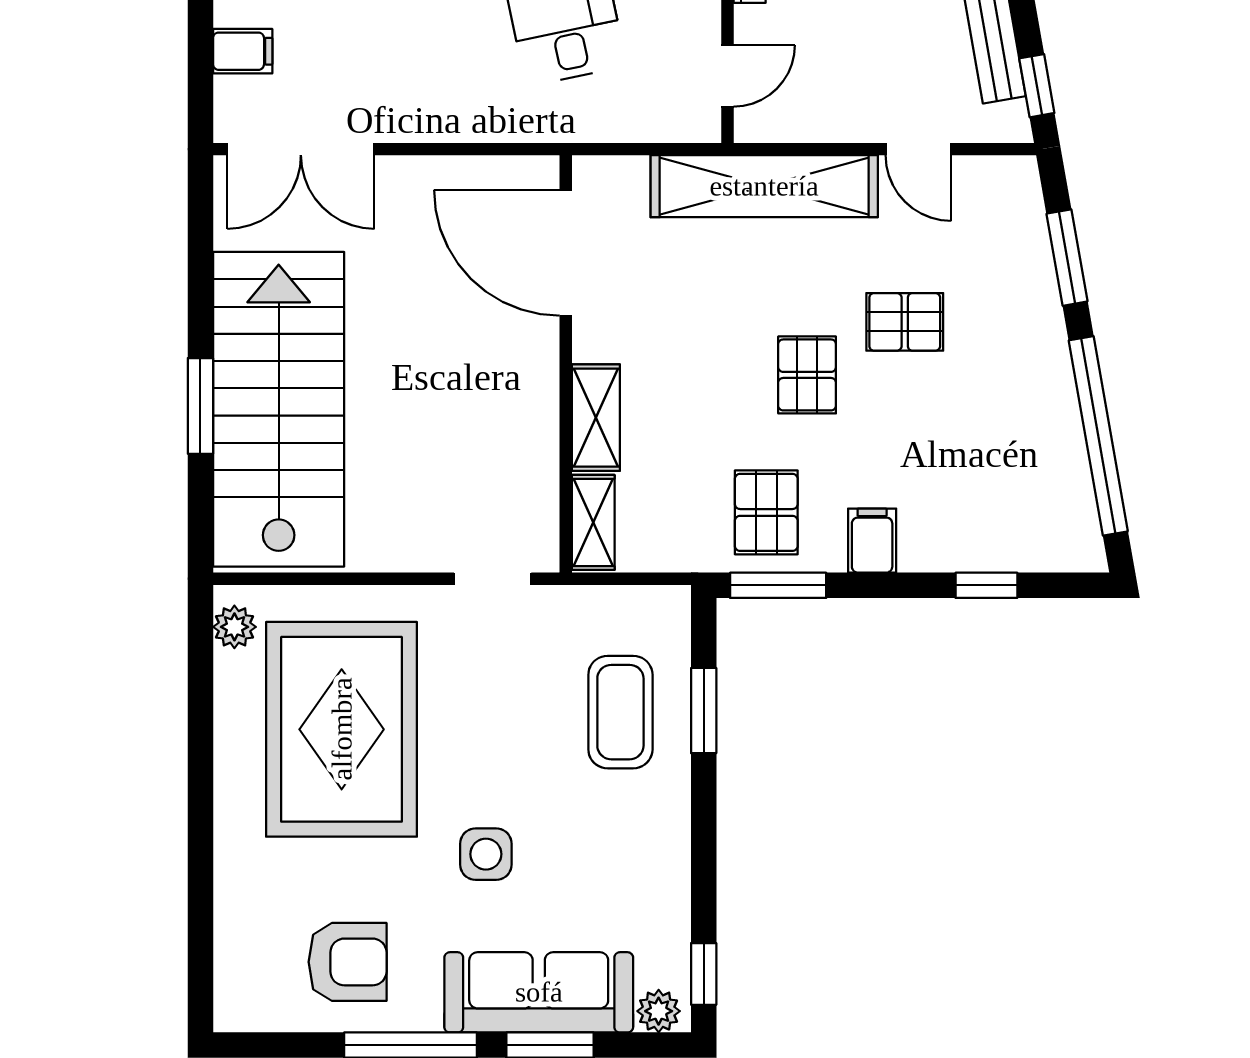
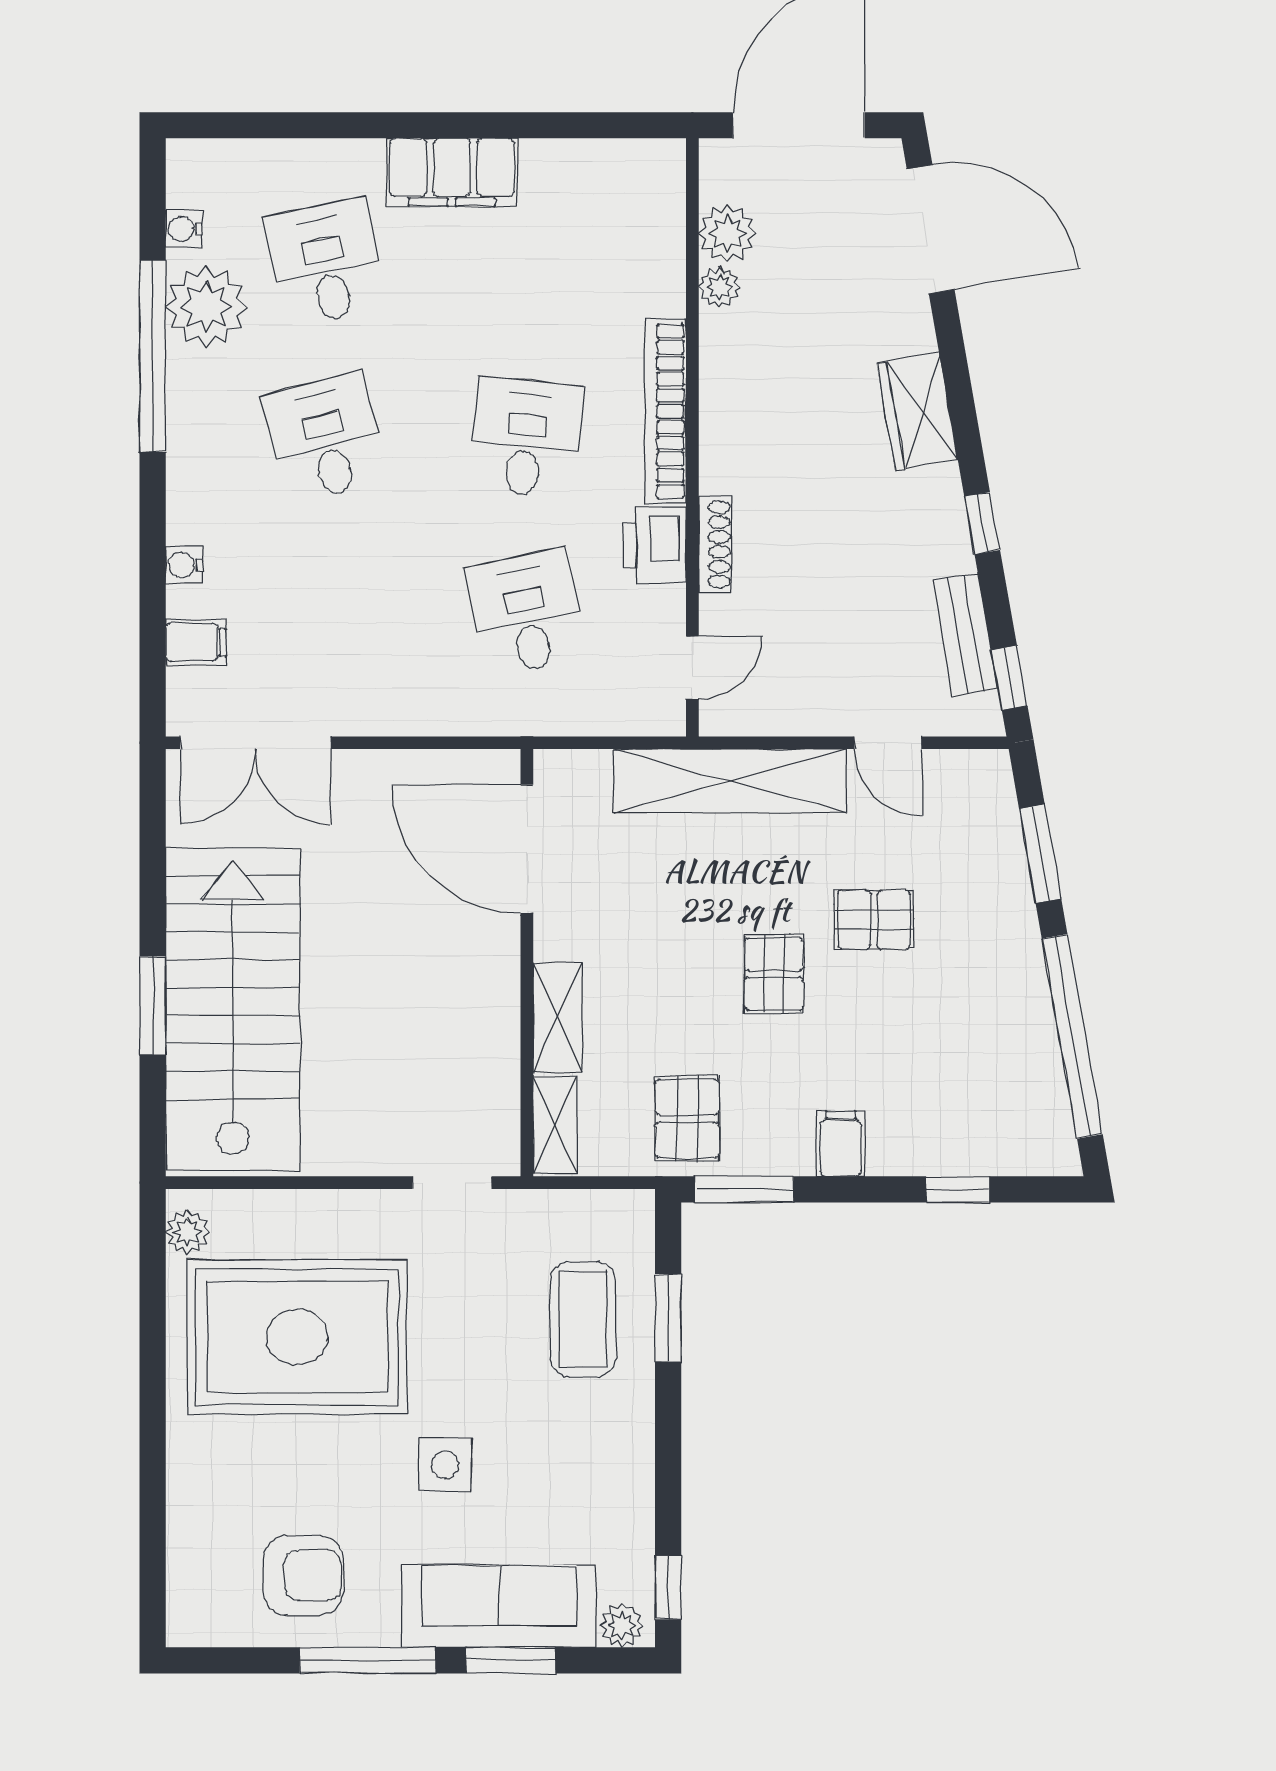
pallet: (766, 512) -> (687, 1119), moved
rug: (342, 729) -> (297, 1337), turned 90

